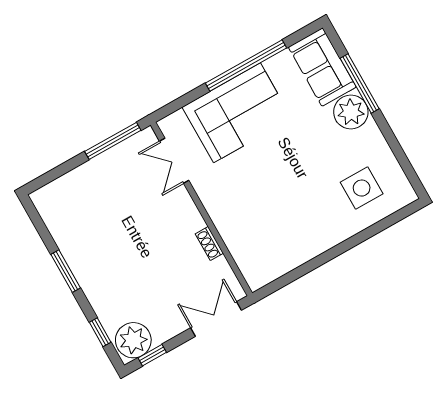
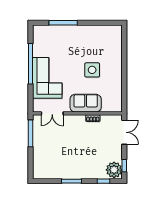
sofa: (322, 67) -> (86, 103), moved, turned 180
plant: (351, 112) -> (72, 33), removed
side table: (362, 188) -> (92, 70), moved
double door: (216, 319) -> (124, 132), swing flipped

